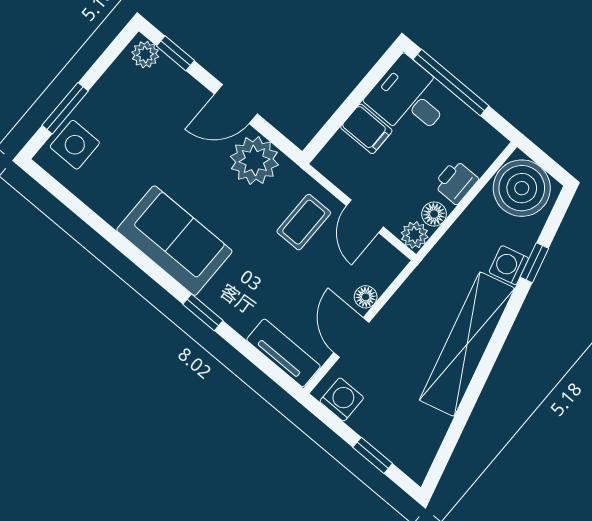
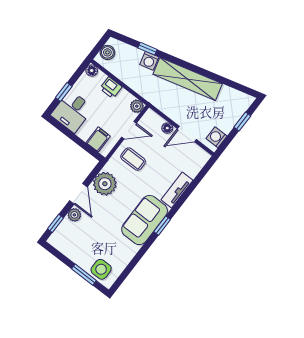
plant: (145, 55) -> (74, 215), moved
window: (451, 82) -> (64, 92), width x0.46
filing cabinet: (366, 129) -> (98, 139), moved
boiler: (522, 188) -> (107, 52), width x0.54, depth x0.54
floor lamp: (434, 214) -> (92, 70), moved
window: (203, 312) -> (162, 226), moved
tv unit: (284, 353) -> (177, 190), moved

